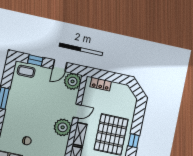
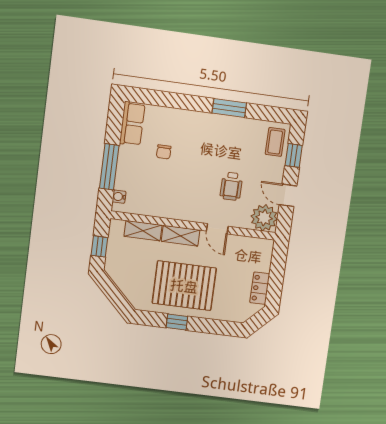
locker: (101, 84) -> (260, 288), moved
wheelchair: (51, 100) -> (231, 186), added
plant: (63, 127) -> (190, 207), removed

